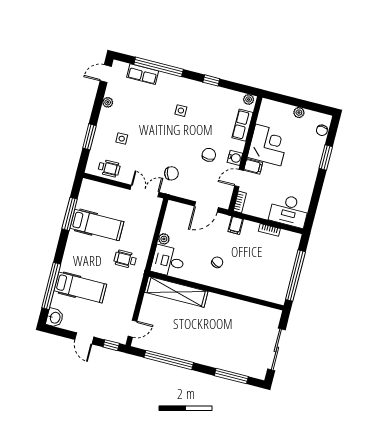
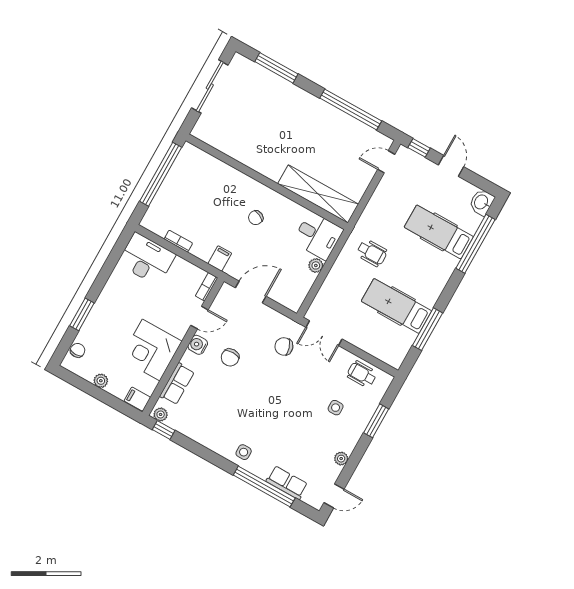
window: (211, 80) -> (164, 430), moved
side table: (181, 111) -> (244, 452), moved
filing cabinet: (253, 166) -> (137, 399), moved

